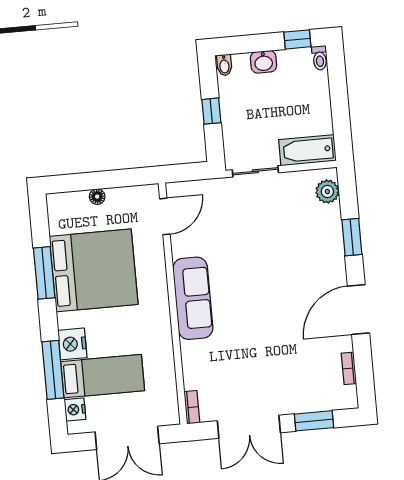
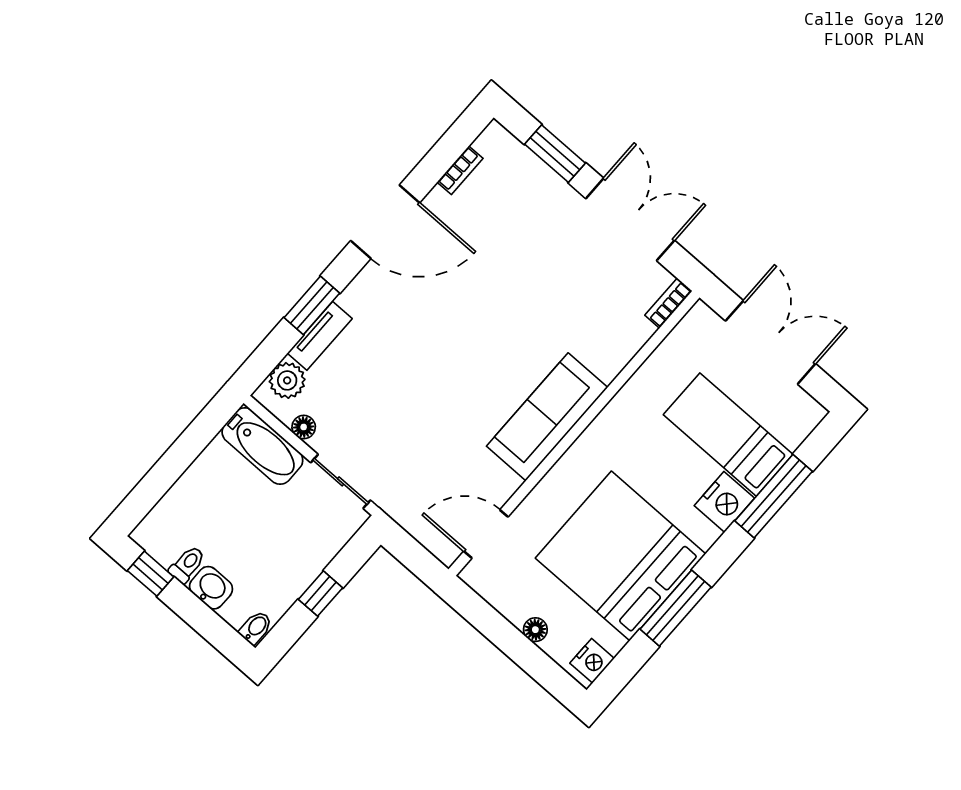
toilet: (320, 58) -> (187, 564), moved
floor lamp: (298, 178) -> (304, 427), added
tv unit: (334, 227) -> (320, 336), added
nightstand: (75, 410) -> (592, 661), moved

